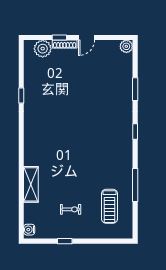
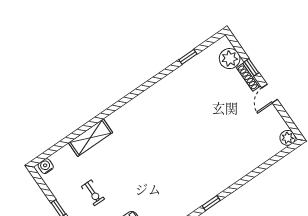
door: (87, 37) -> (270, 94), hinge flipped
window: (135, 89) -> (252, 175), removed
window: (21, 95) -> (188, 57), moved

